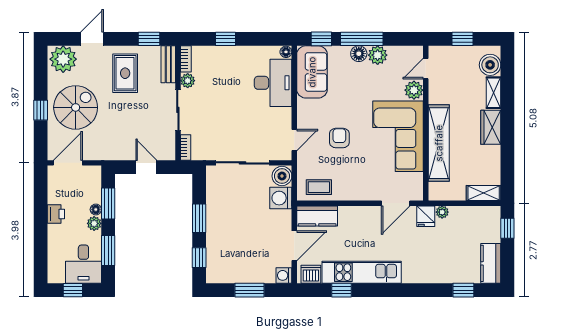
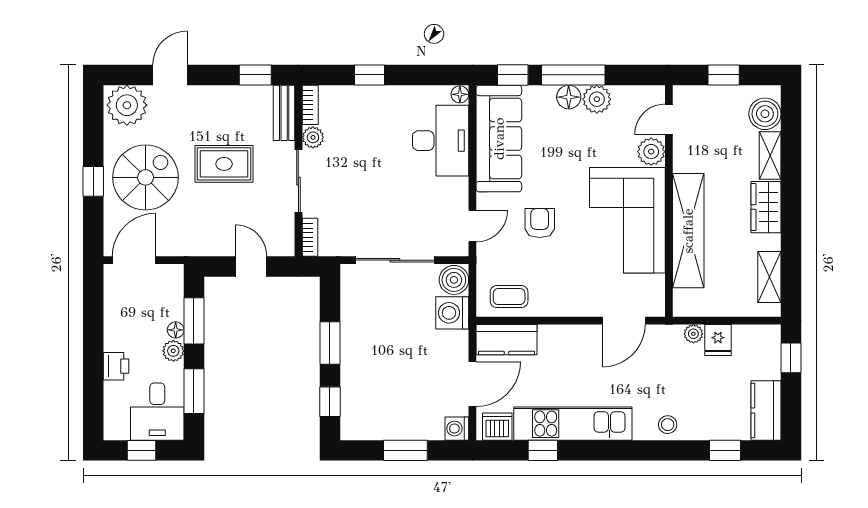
sofa: (312, 72) -> (499, 139), width x1.36
rug: (125, 73) -> (224, 164), moved, turned 90
shelving: (484, 193) -> (769, 277), moved, turned 90
printer: (56, 214) -> (116, 366), moved
fridge: (426, 216) -> (718, 340), moved
stool: (425, 273) -> (668, 425), added

